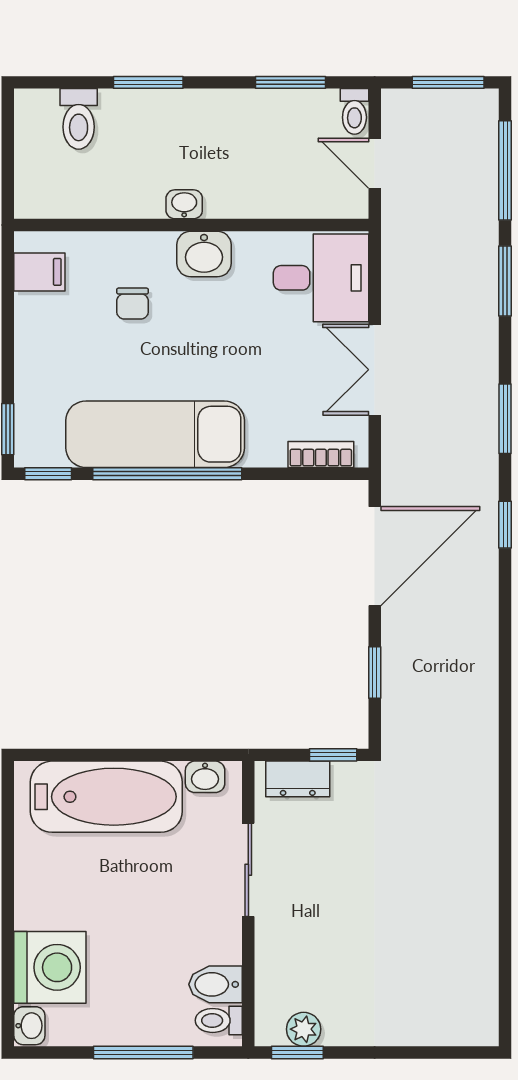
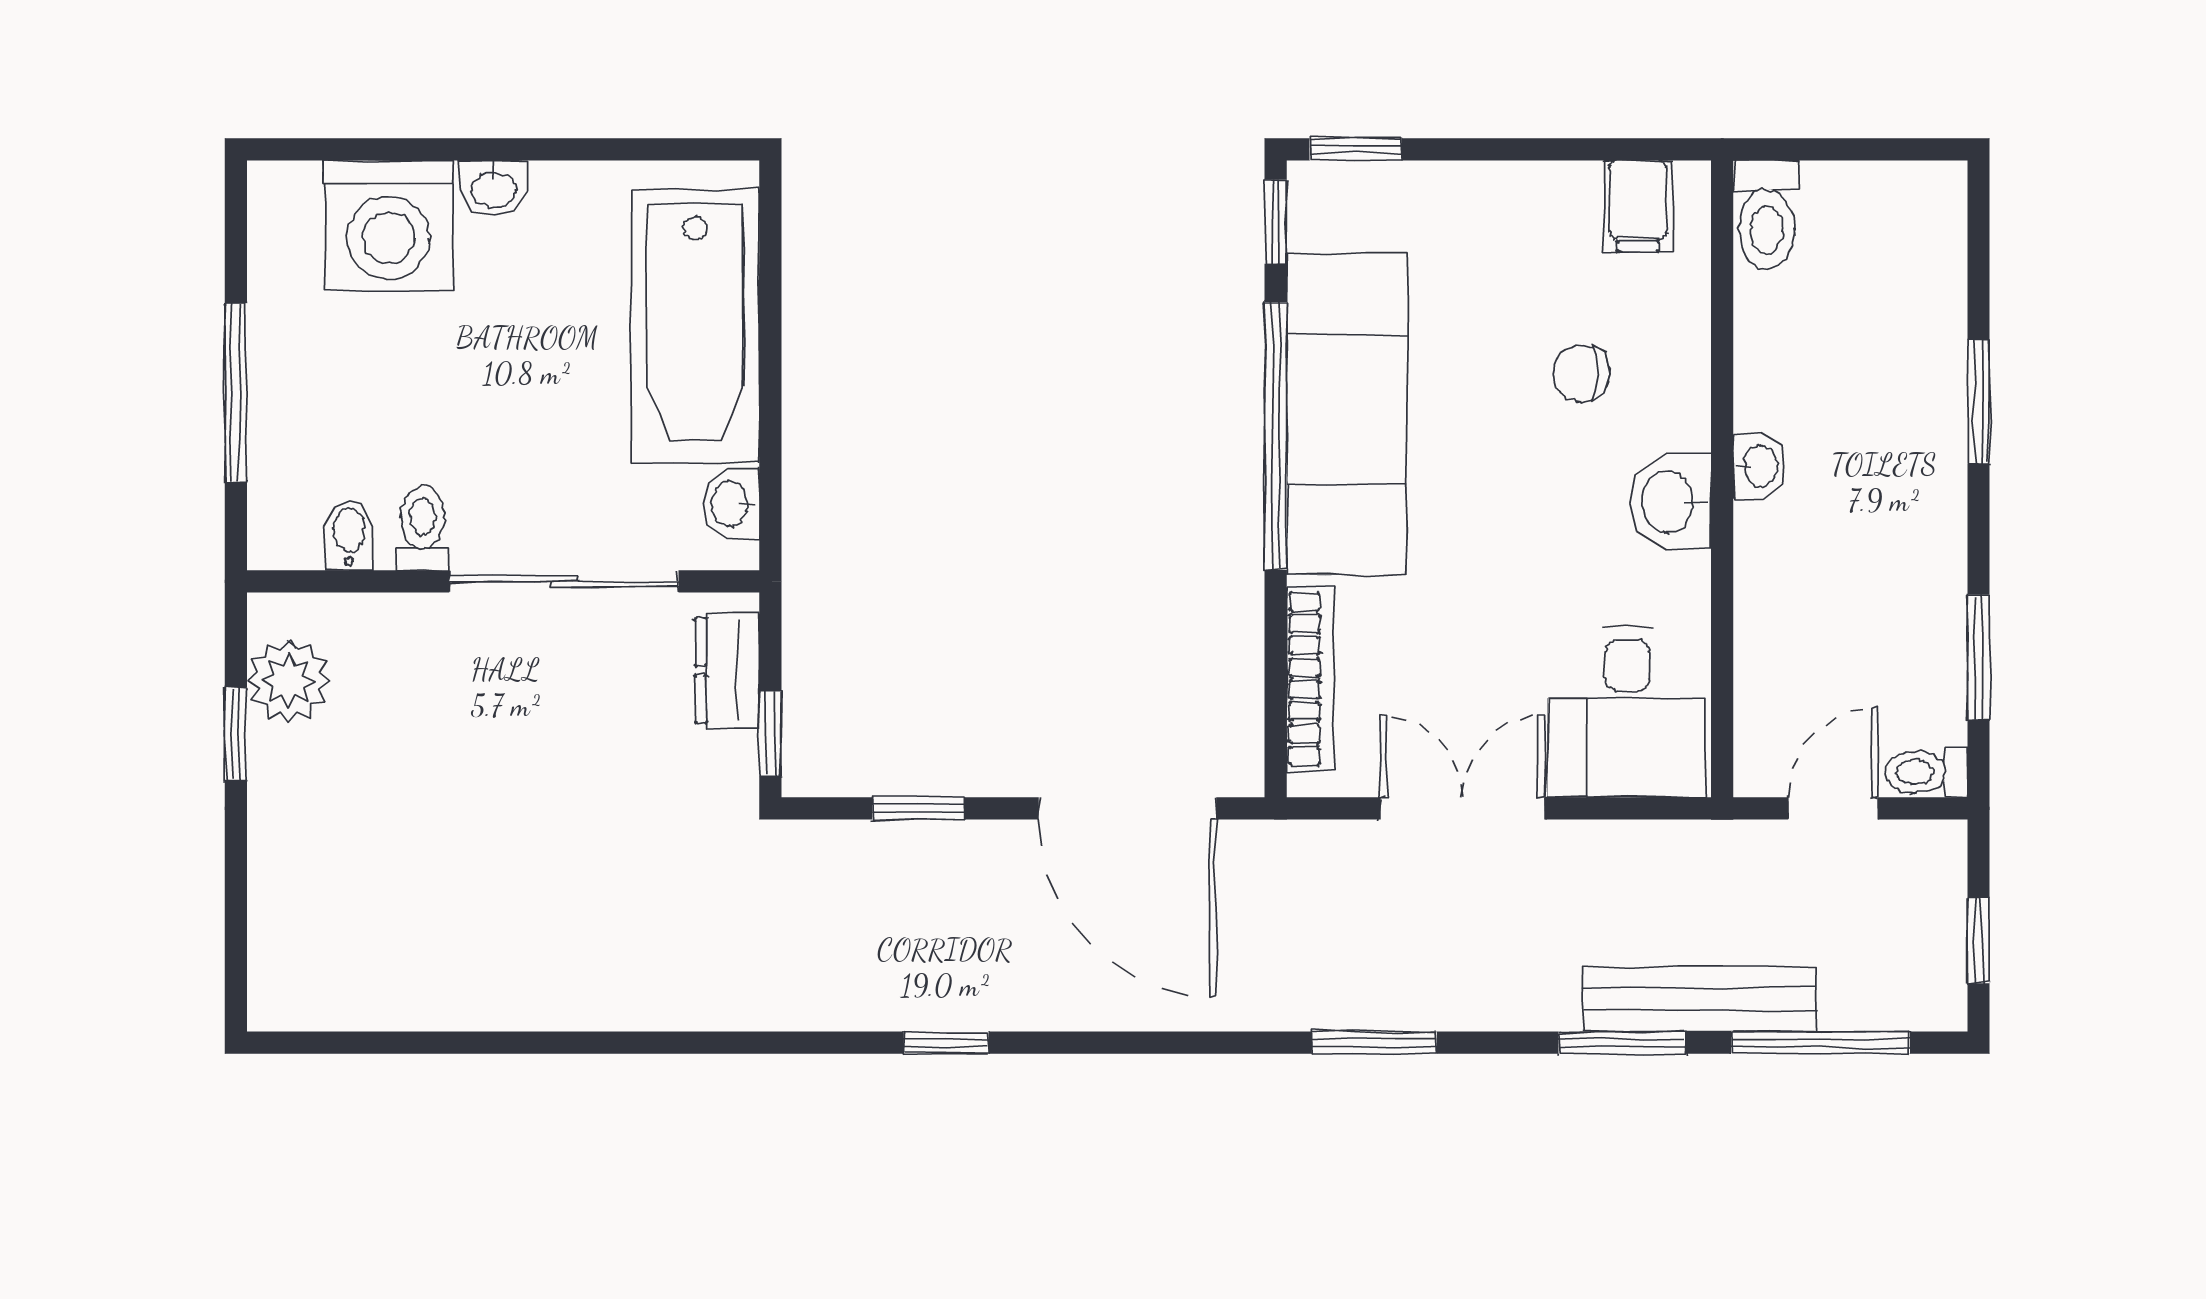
window: (448, 82) -> (1979, 940), width x0.67
toilet: (79, 119) -> (1766, 215), moved, turned -90
bench: (481, 238) -> (1700, 999), added
bookcase: (321, 454) -> (1310, 679), width x1.56
window: (505, 525) -> (946, 1043), moved
sliding door: (248, 870) -> (564, 581), width x1.37
bidet: (215, 984) -> (349, 535), width x0.72, depth x0.74
toilet: (219, 1020) -> (423, 528), moved
washbasin: (29, 1026) -> (493, 188), moved
plant: (304, 1029) -> (289, 681), width x1.38, depth x1.38
window: (297, 1052) -> (236, 734), moved

